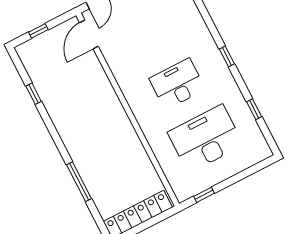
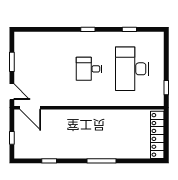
desk: (177, 84) -> (89, 69), width x0.73
window: (79, 182) -> (101, 161), moved

